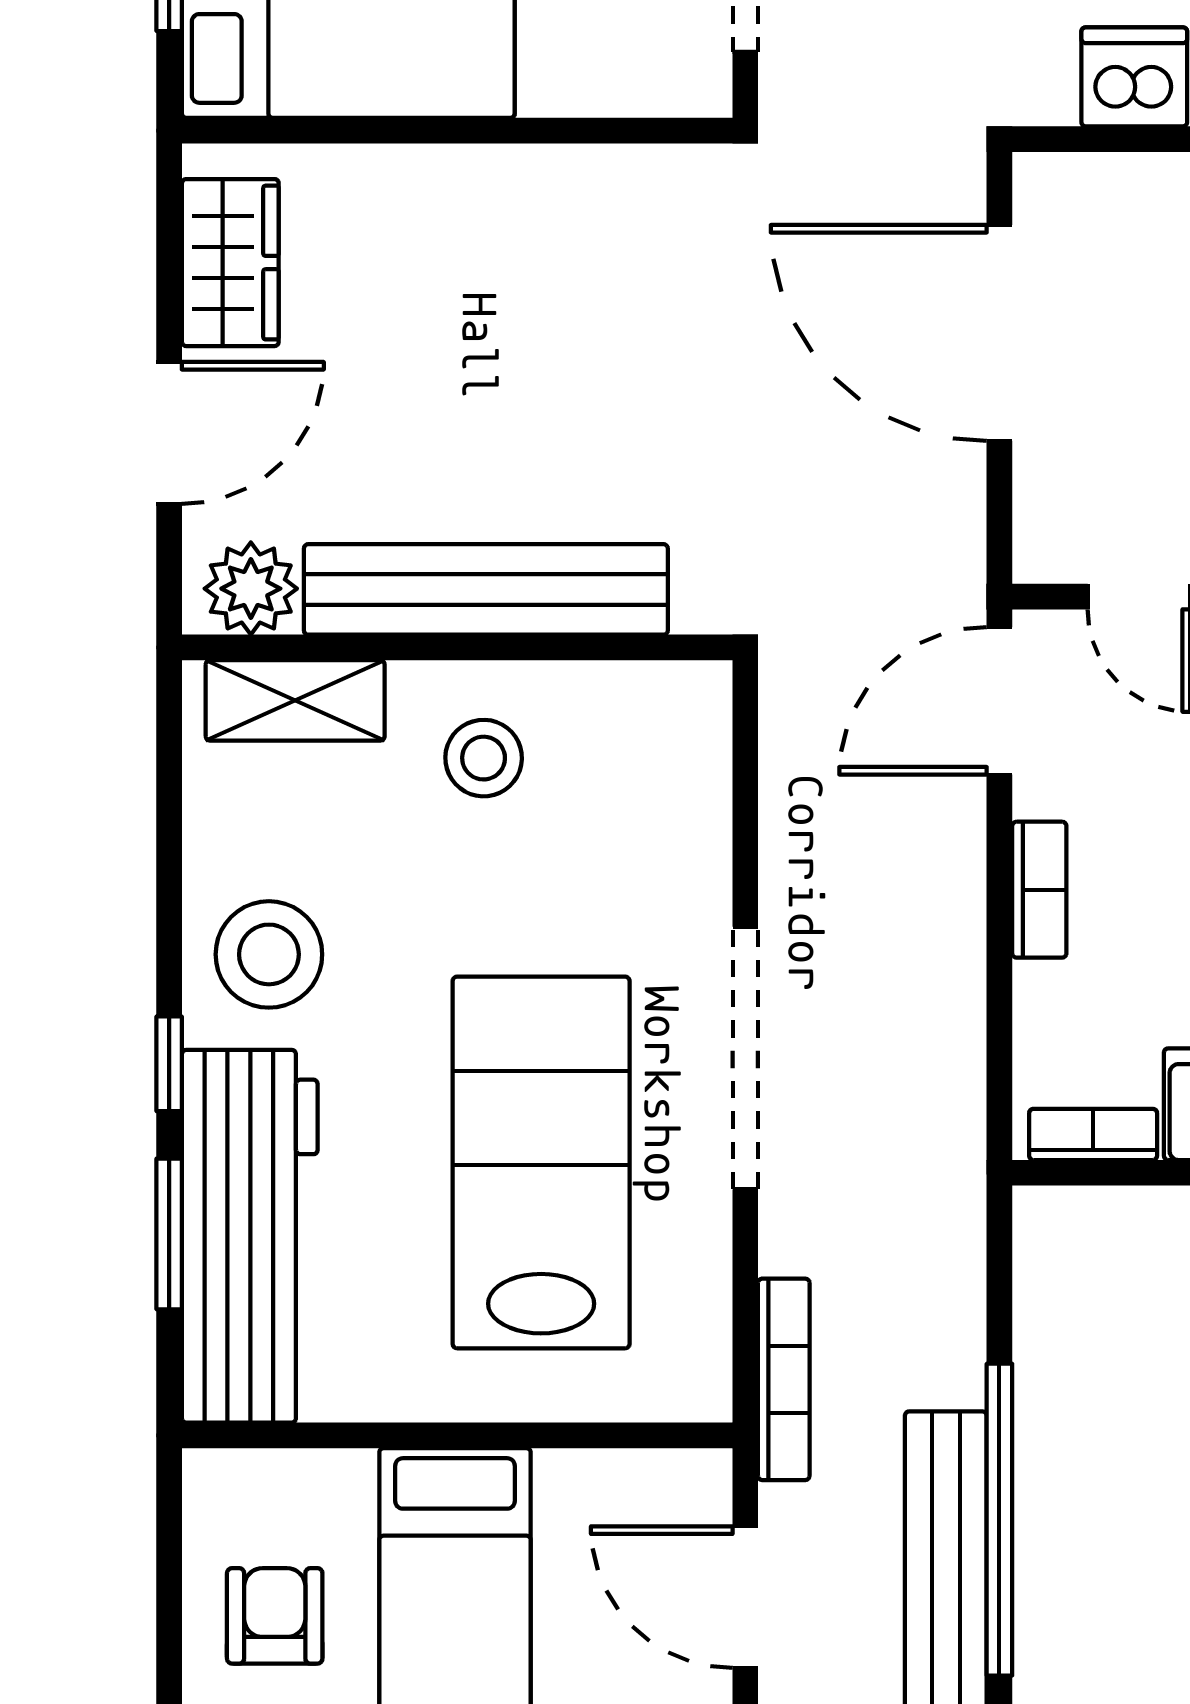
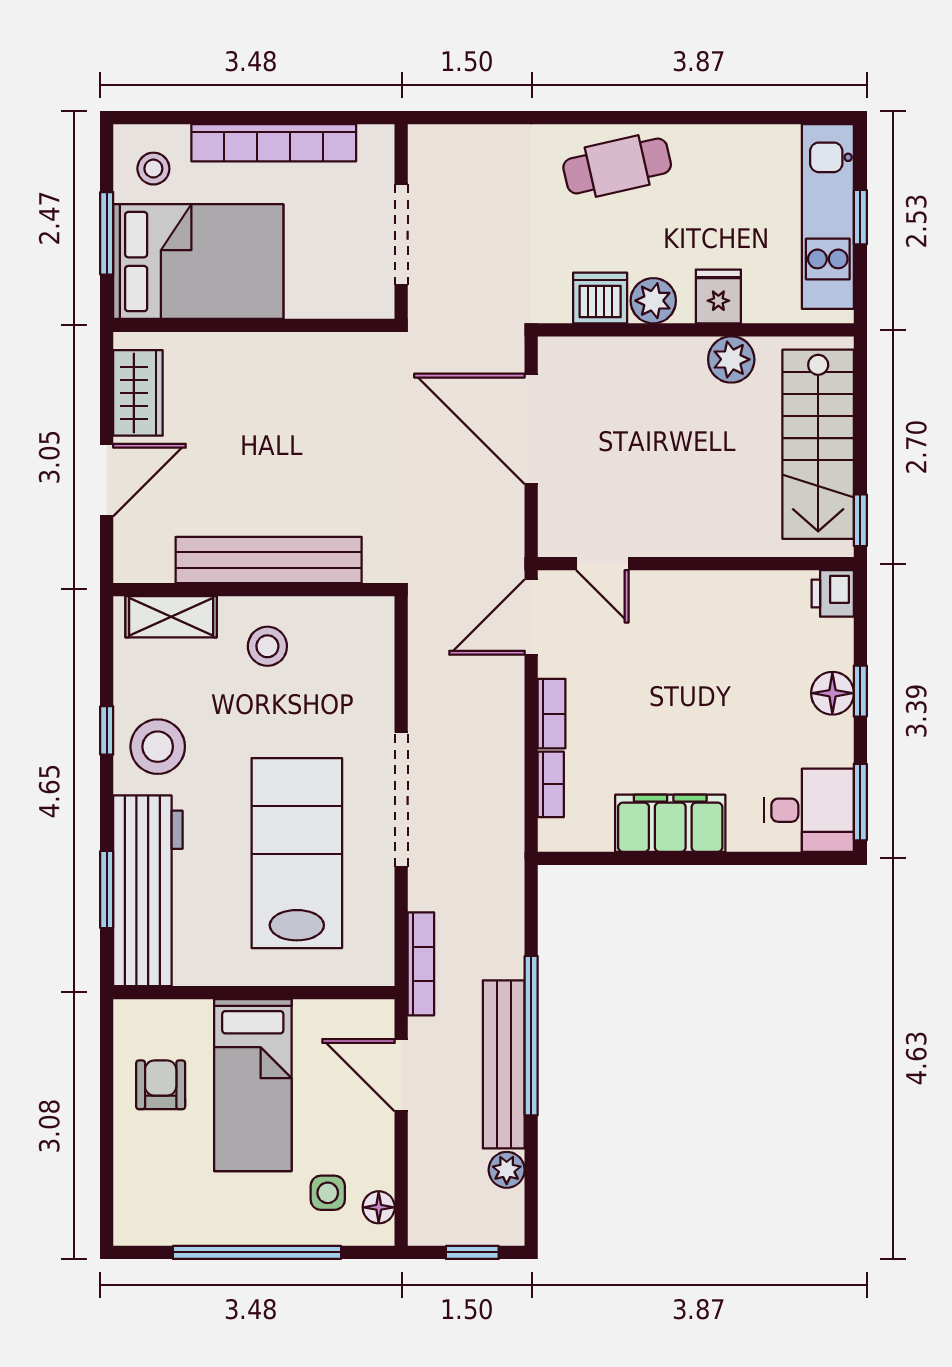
plant: (251, 589) -> (148, 560), removed
window: (169, 1064) -> (107, 730), moved
bookcase: (1093, 1134) -> (551, 784), moved, turned 90

